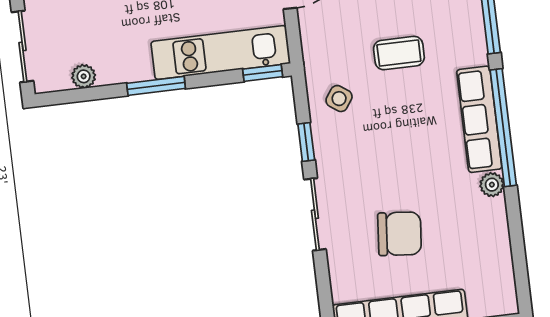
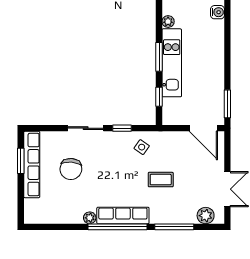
kitchen unit: (221, 53) -> (172, 63), moved
coffee table: (399, 53) -> (161, 180), turned 90
window: (263, 73) -> (159, 97), moved

